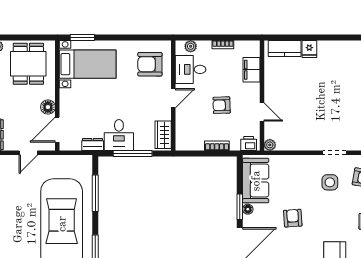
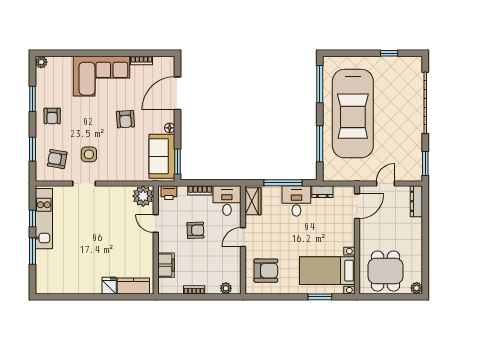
window: (82, 38) -> (320, 297), moved
desk: (191, 69) -> (227, 201), moved, turned -90
floor lamp: (48, 107) -> (366, 228), removed
plant: (270, 145) -> (143, 196), width x1.87, depth x1.87
window: (240, 207) -> (177, 162), moved

